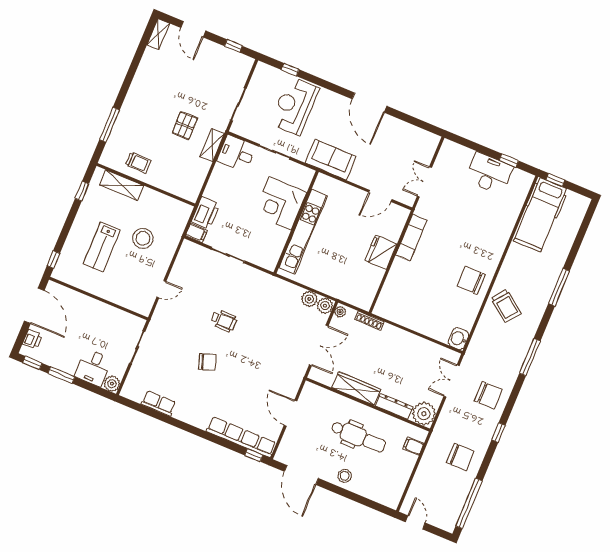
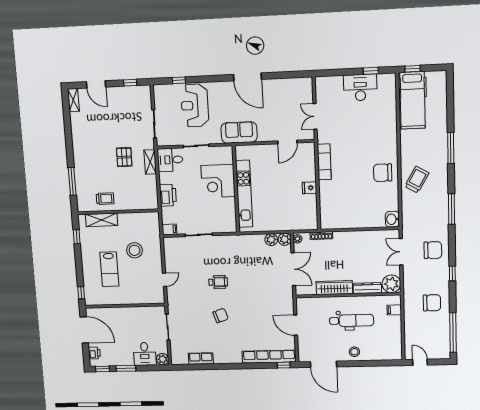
printer: (206, 213) -> (168, 195), moved
fridge: (381, 252) -> (310, 188), width x0.53, depth x0.75
trolley: (506, 306) -> (417, 180), turned -97

